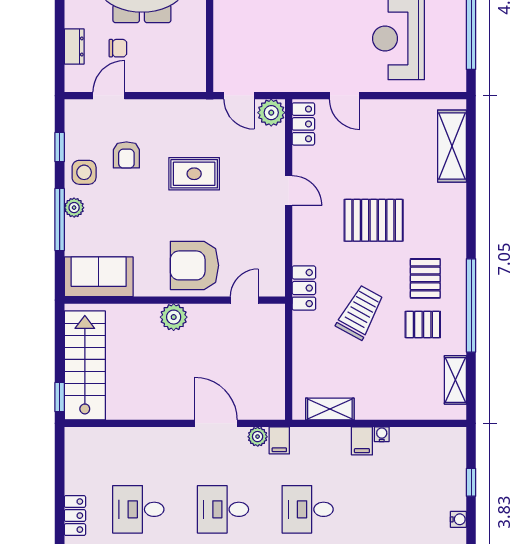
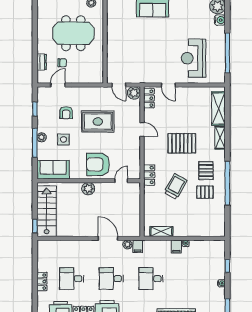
side table: (84, 172) -> (63, 139), moved
rug: (194, 174) -> (98, 122), width x1.36, depth x1.43
shelving: (455, 380) -> (220, 138), moved

